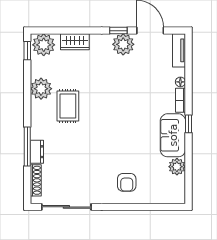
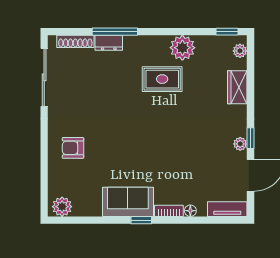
plant: (123, 44) -> (240, 144), width x0.53, depth x0.53
plant: (44, 45) -> (240, 51), width x0.53, depth x0.53
plant: (177, 167) -> (62, 207), moved

